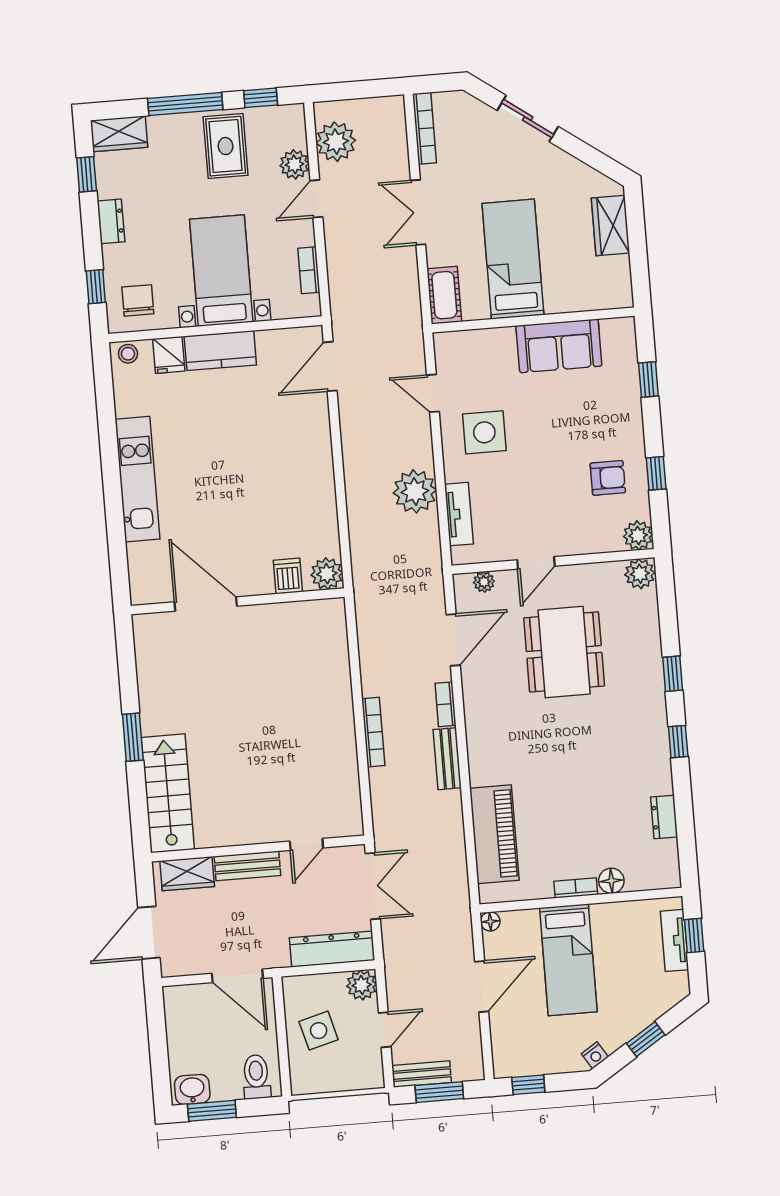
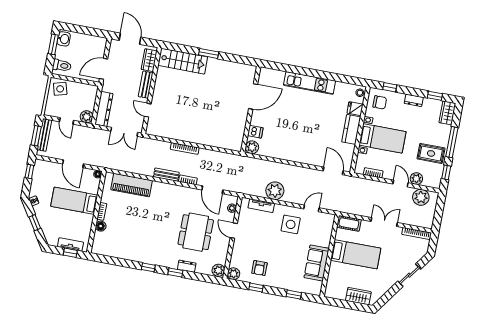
dining table: (564, 652) -> (196, 232), turned 90
dresser: (664, 817) -> (187, 266), moved
side table: (319, 1031) -> (60, 89), moved
bench: (422, 1074) -> (44, 135), width x1.36

